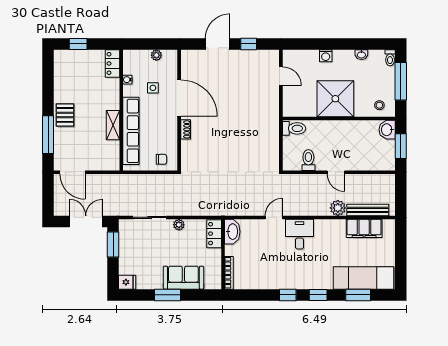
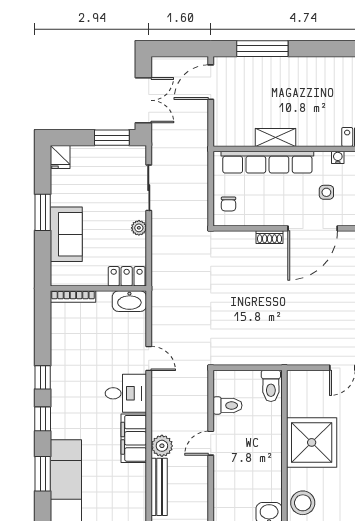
stool: (379, 105) -> (303, 503), width x1.89, depth x1.89
pallet: (65, 115) -> (289, 72), removed
filing cabinet: (364, 228) -> (134, 438), moved

